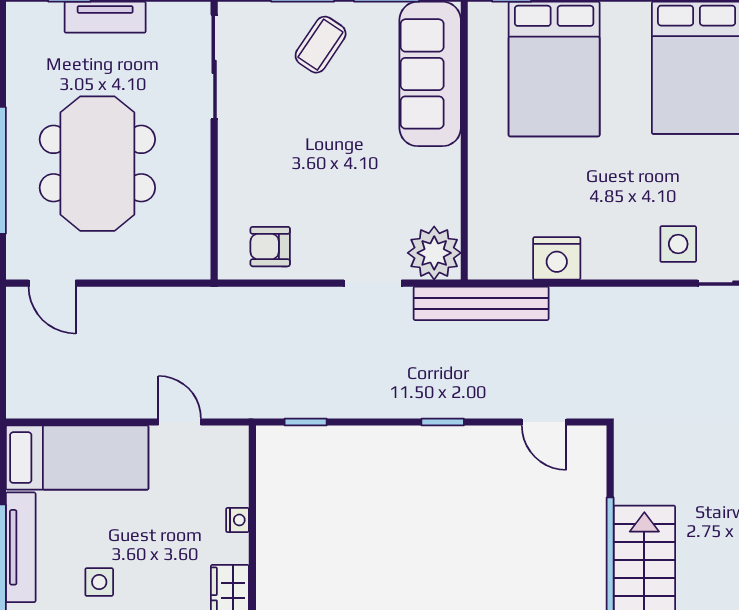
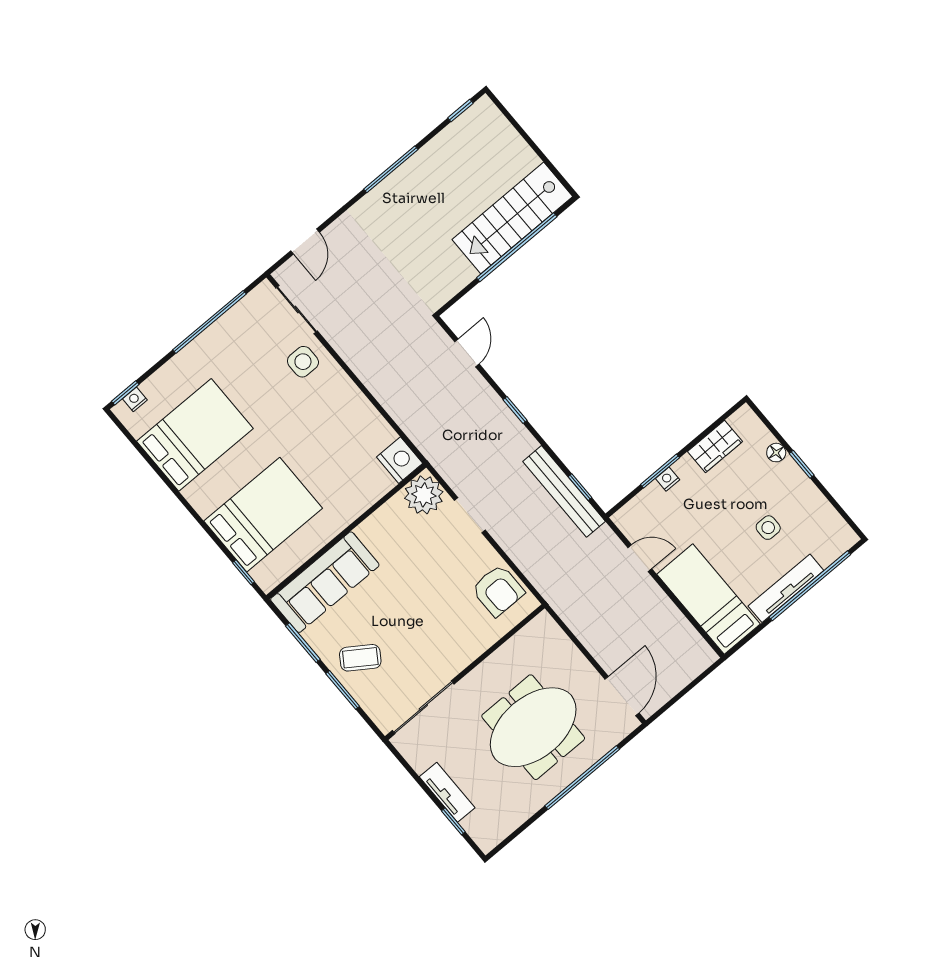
armchair: (270, 247) -> (498, 590), width x1.38, depth x1.38
nightstand: (557, 258) -> (400, 460), moved
door: (52, 283) -> (622, 696), width x1.38
bench: (481, 303) -> (564, 491), moved
door: (180, 422) -> (640, 558), swing flipped
window: (252, 519) -> (660, 471), added

